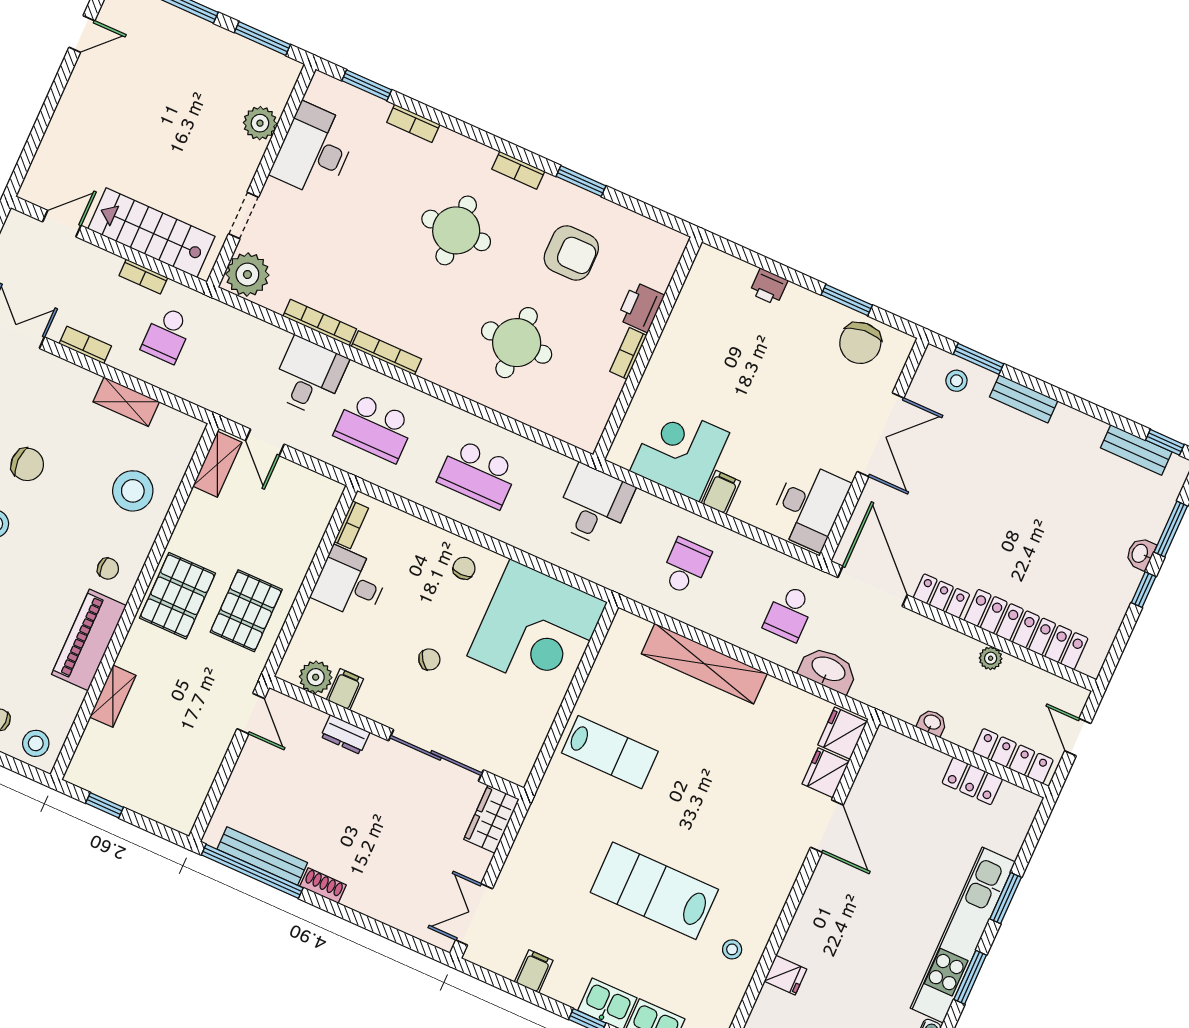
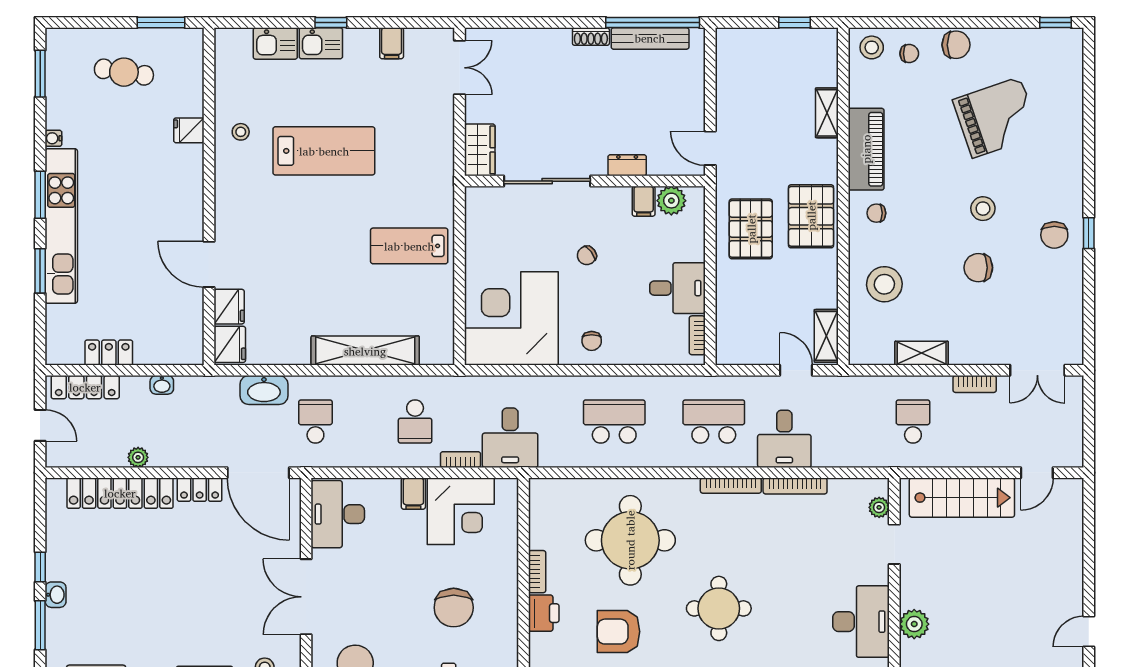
plant: (247, 274) -> (879, 507), width x0.53, depth x0.53
bookcase: (143, 277) -> (460, 460), moved
round table: (517, 343) -> (630, 540), width x1.36, depth x1.36
chair: (732, 355) -> (454, 608), added

